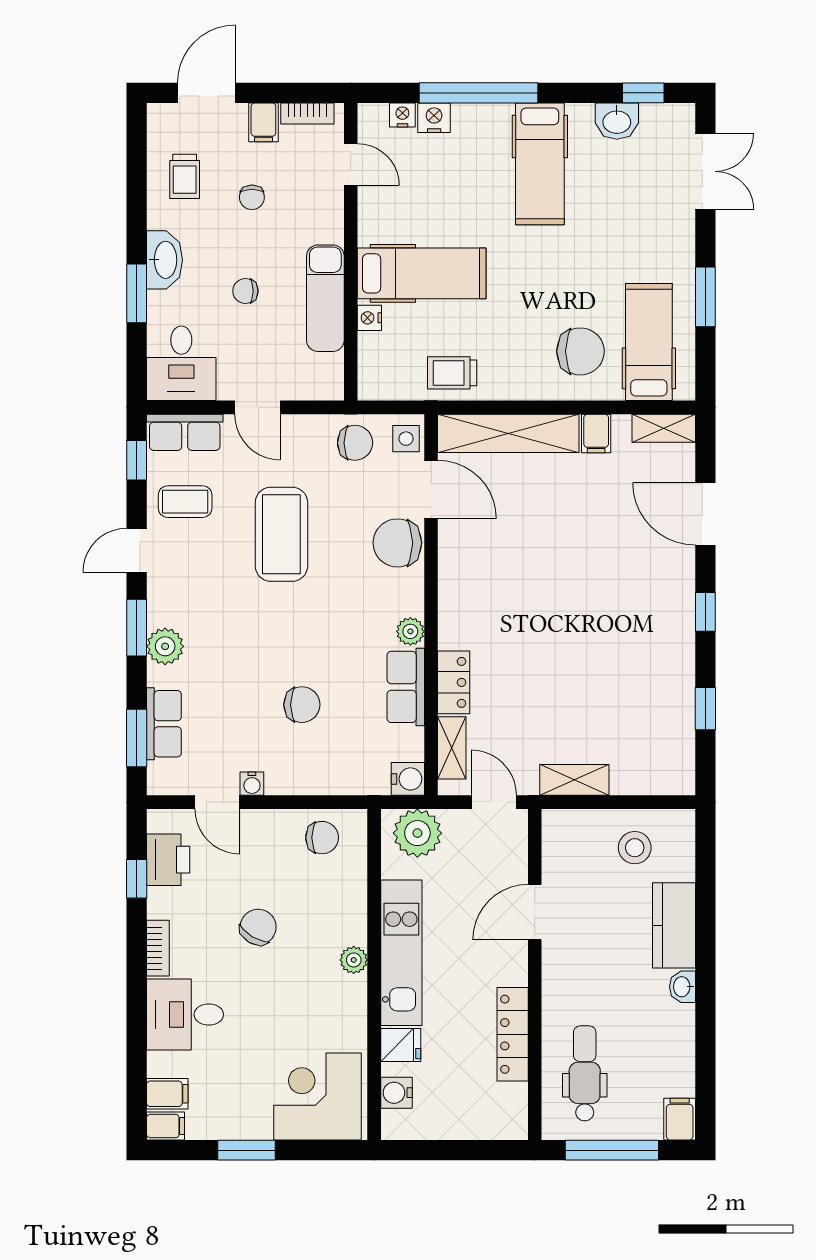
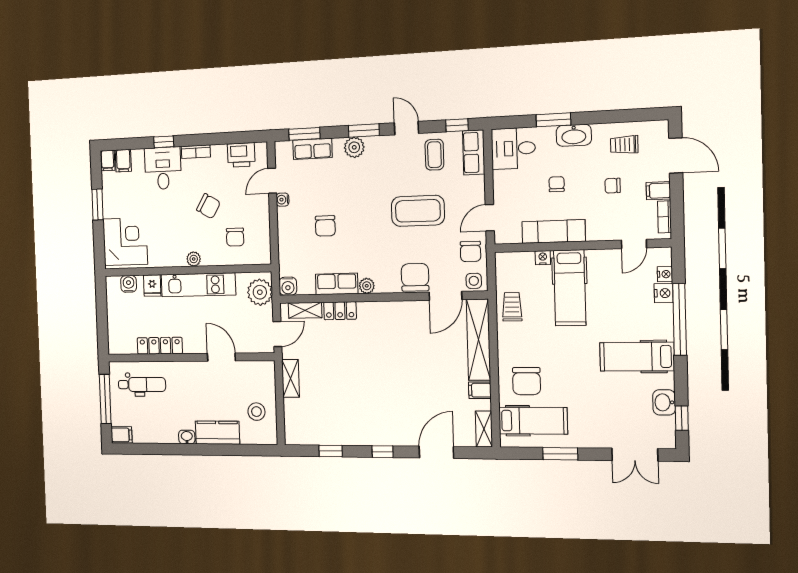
door: (257, 407) -> (490, 218), moved
chair: (322, 838) -> (235, 237), moved
window: (137, 879) -> (164, 142), moved

